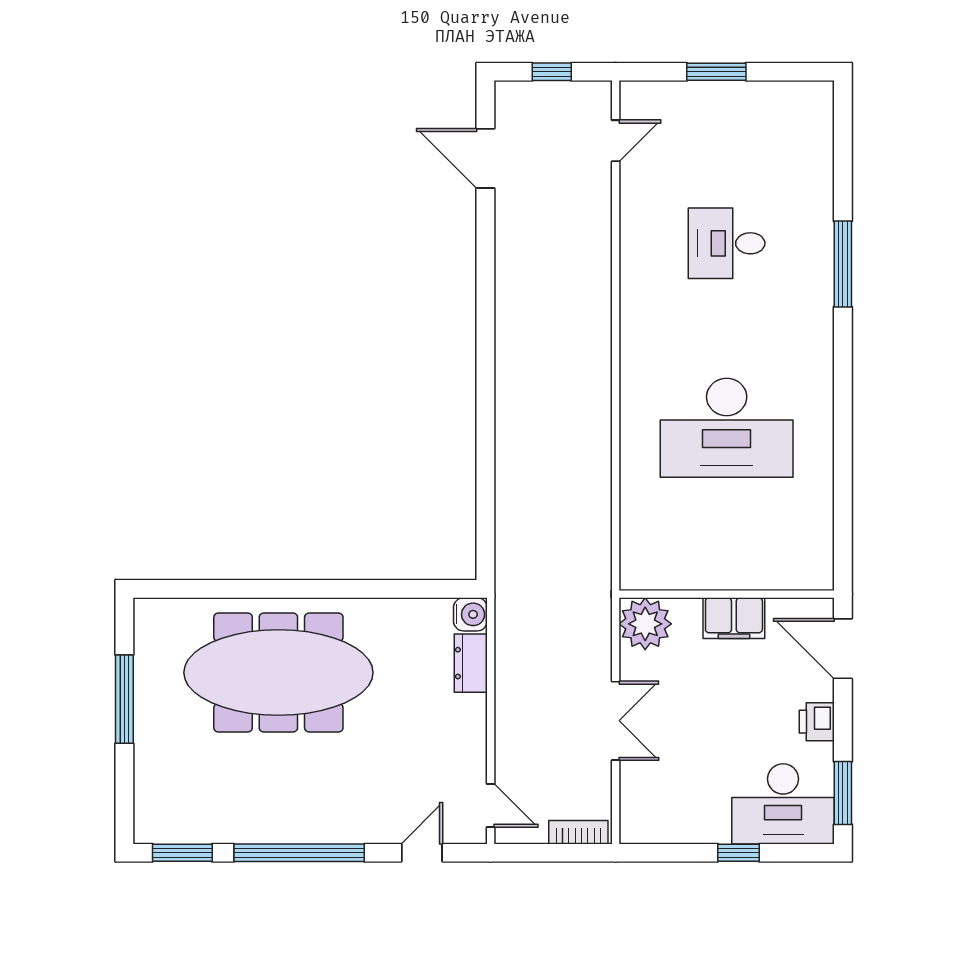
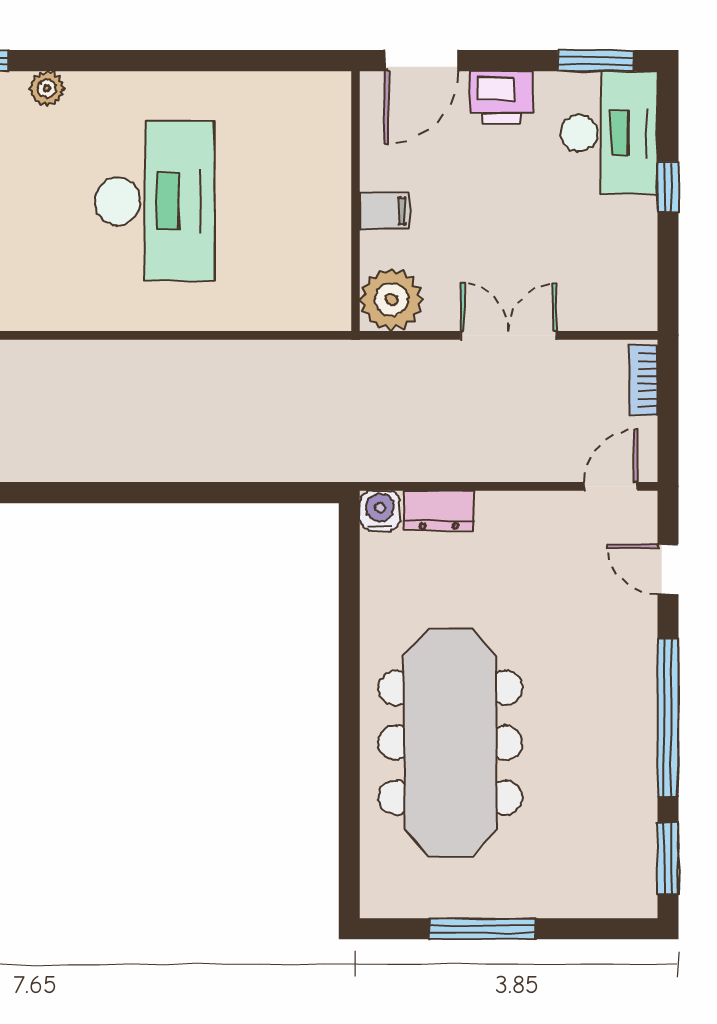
plant: (820, 339) -> (47, 88), added
filing cabinet: (734, 618) -> (385, 211), width x0.50
printer: (817, 722) -> (501, 97), width x1.36, depth x1.24

